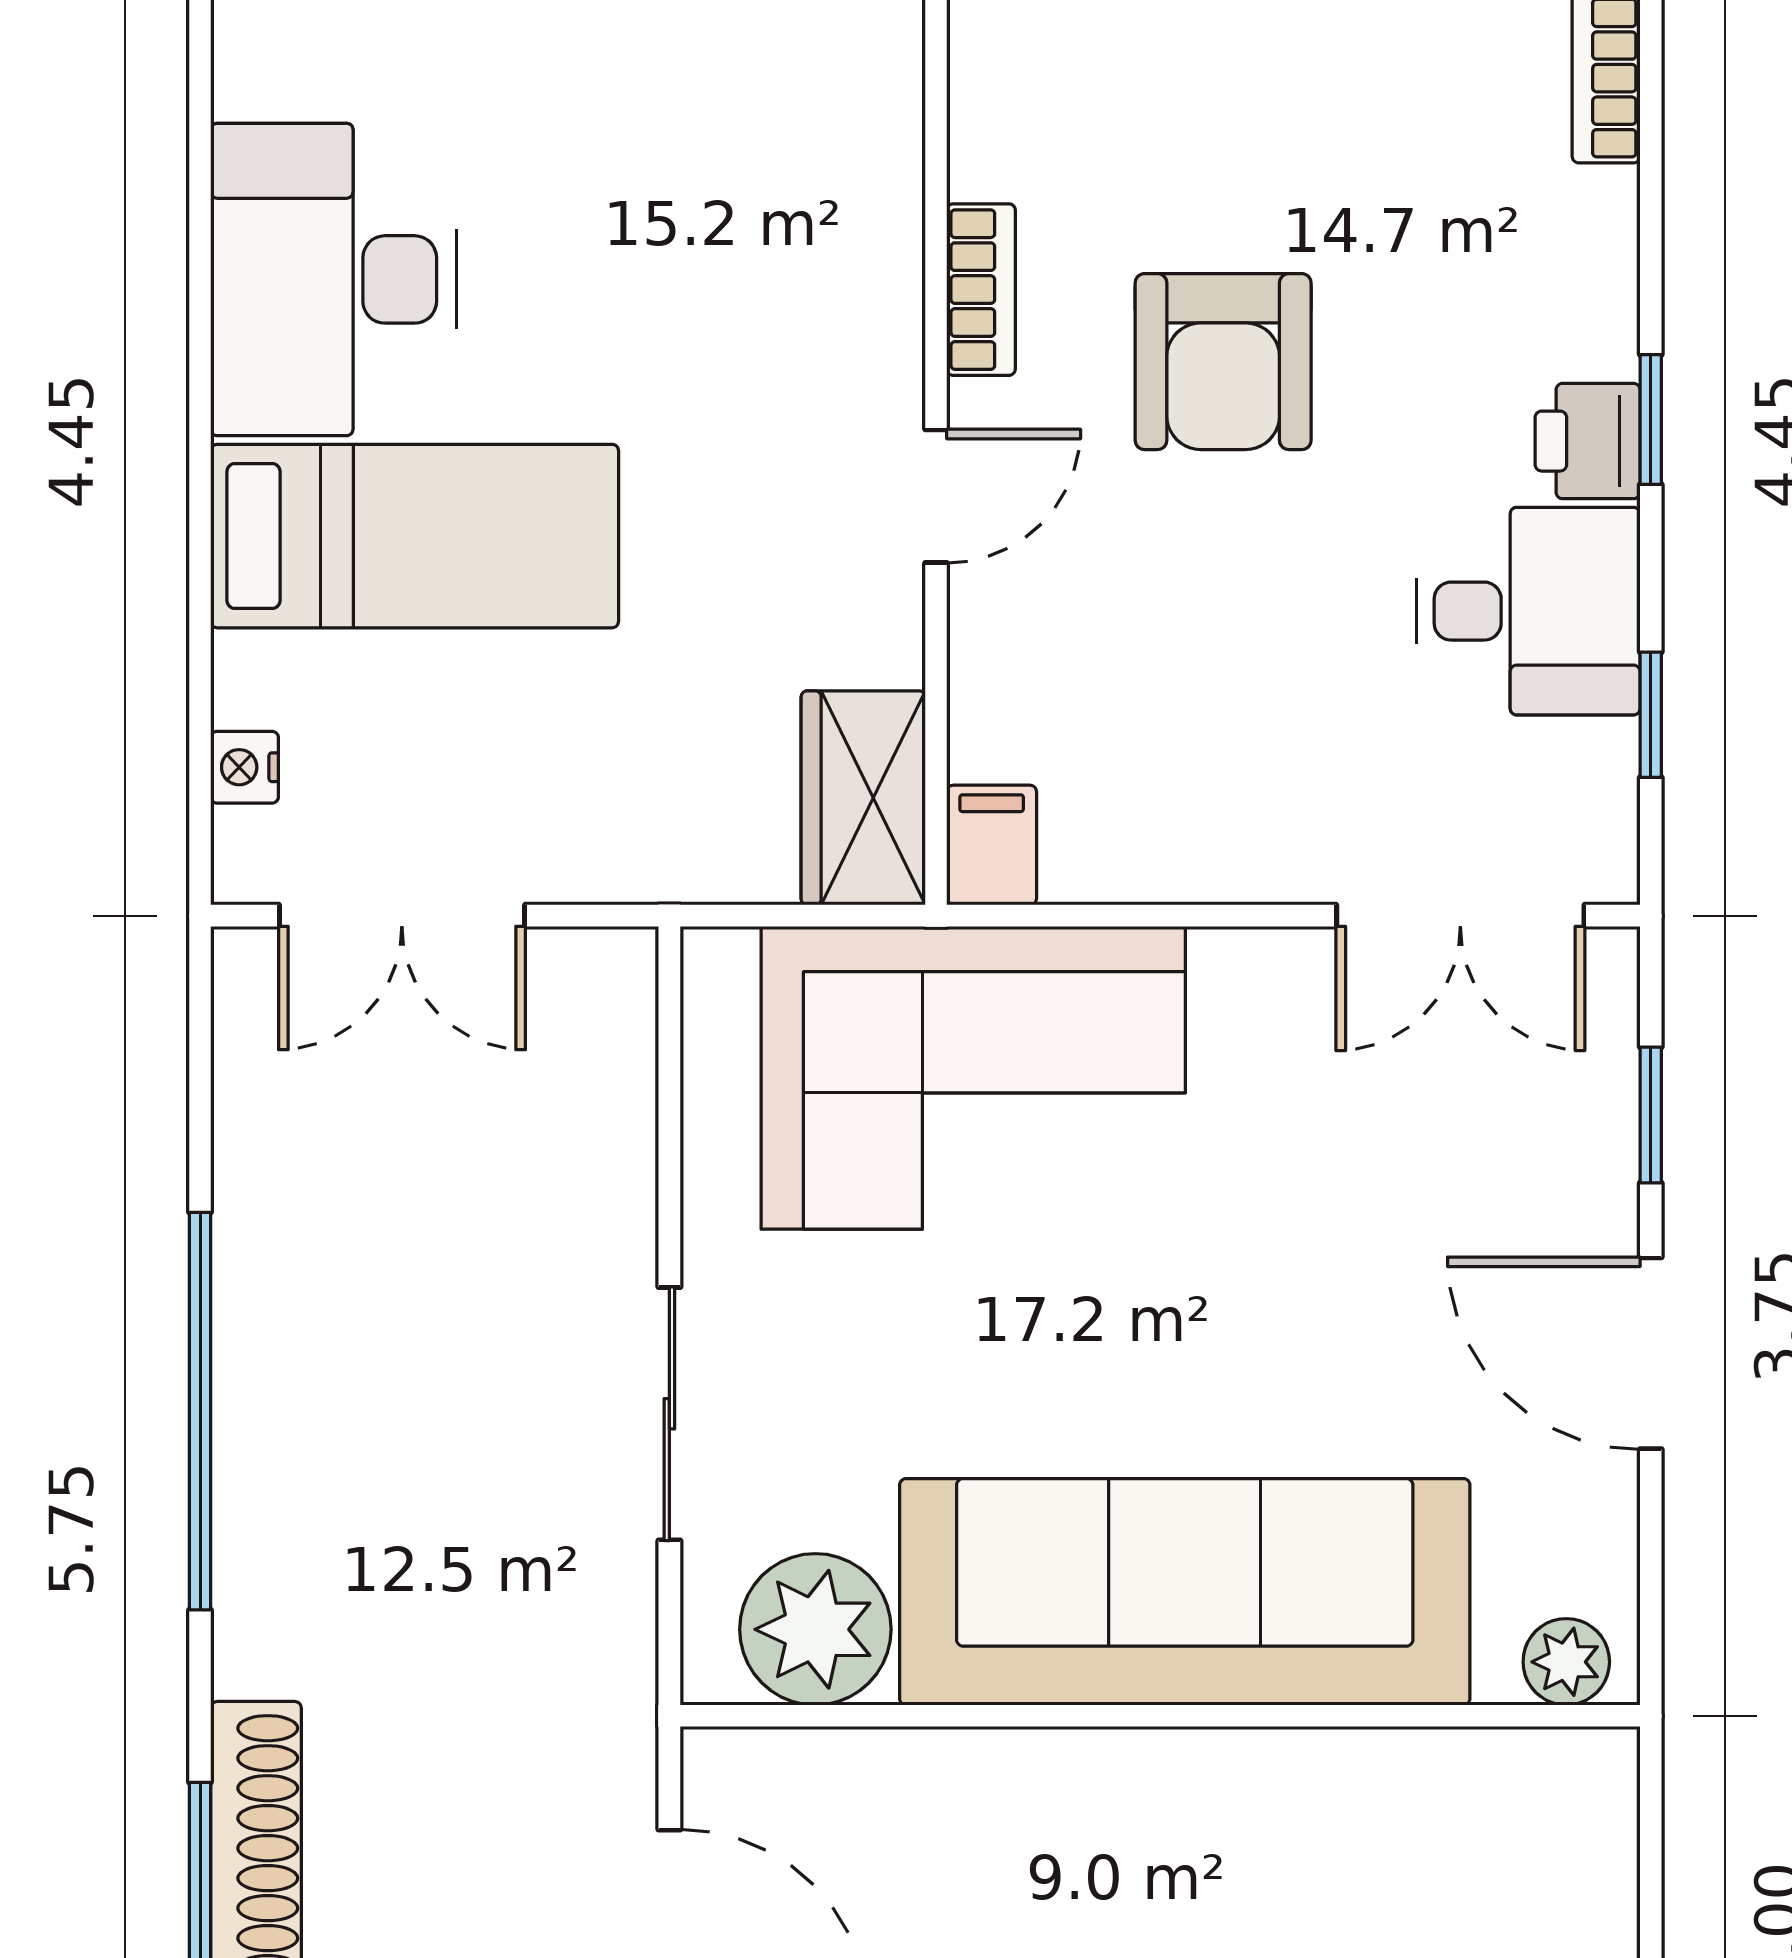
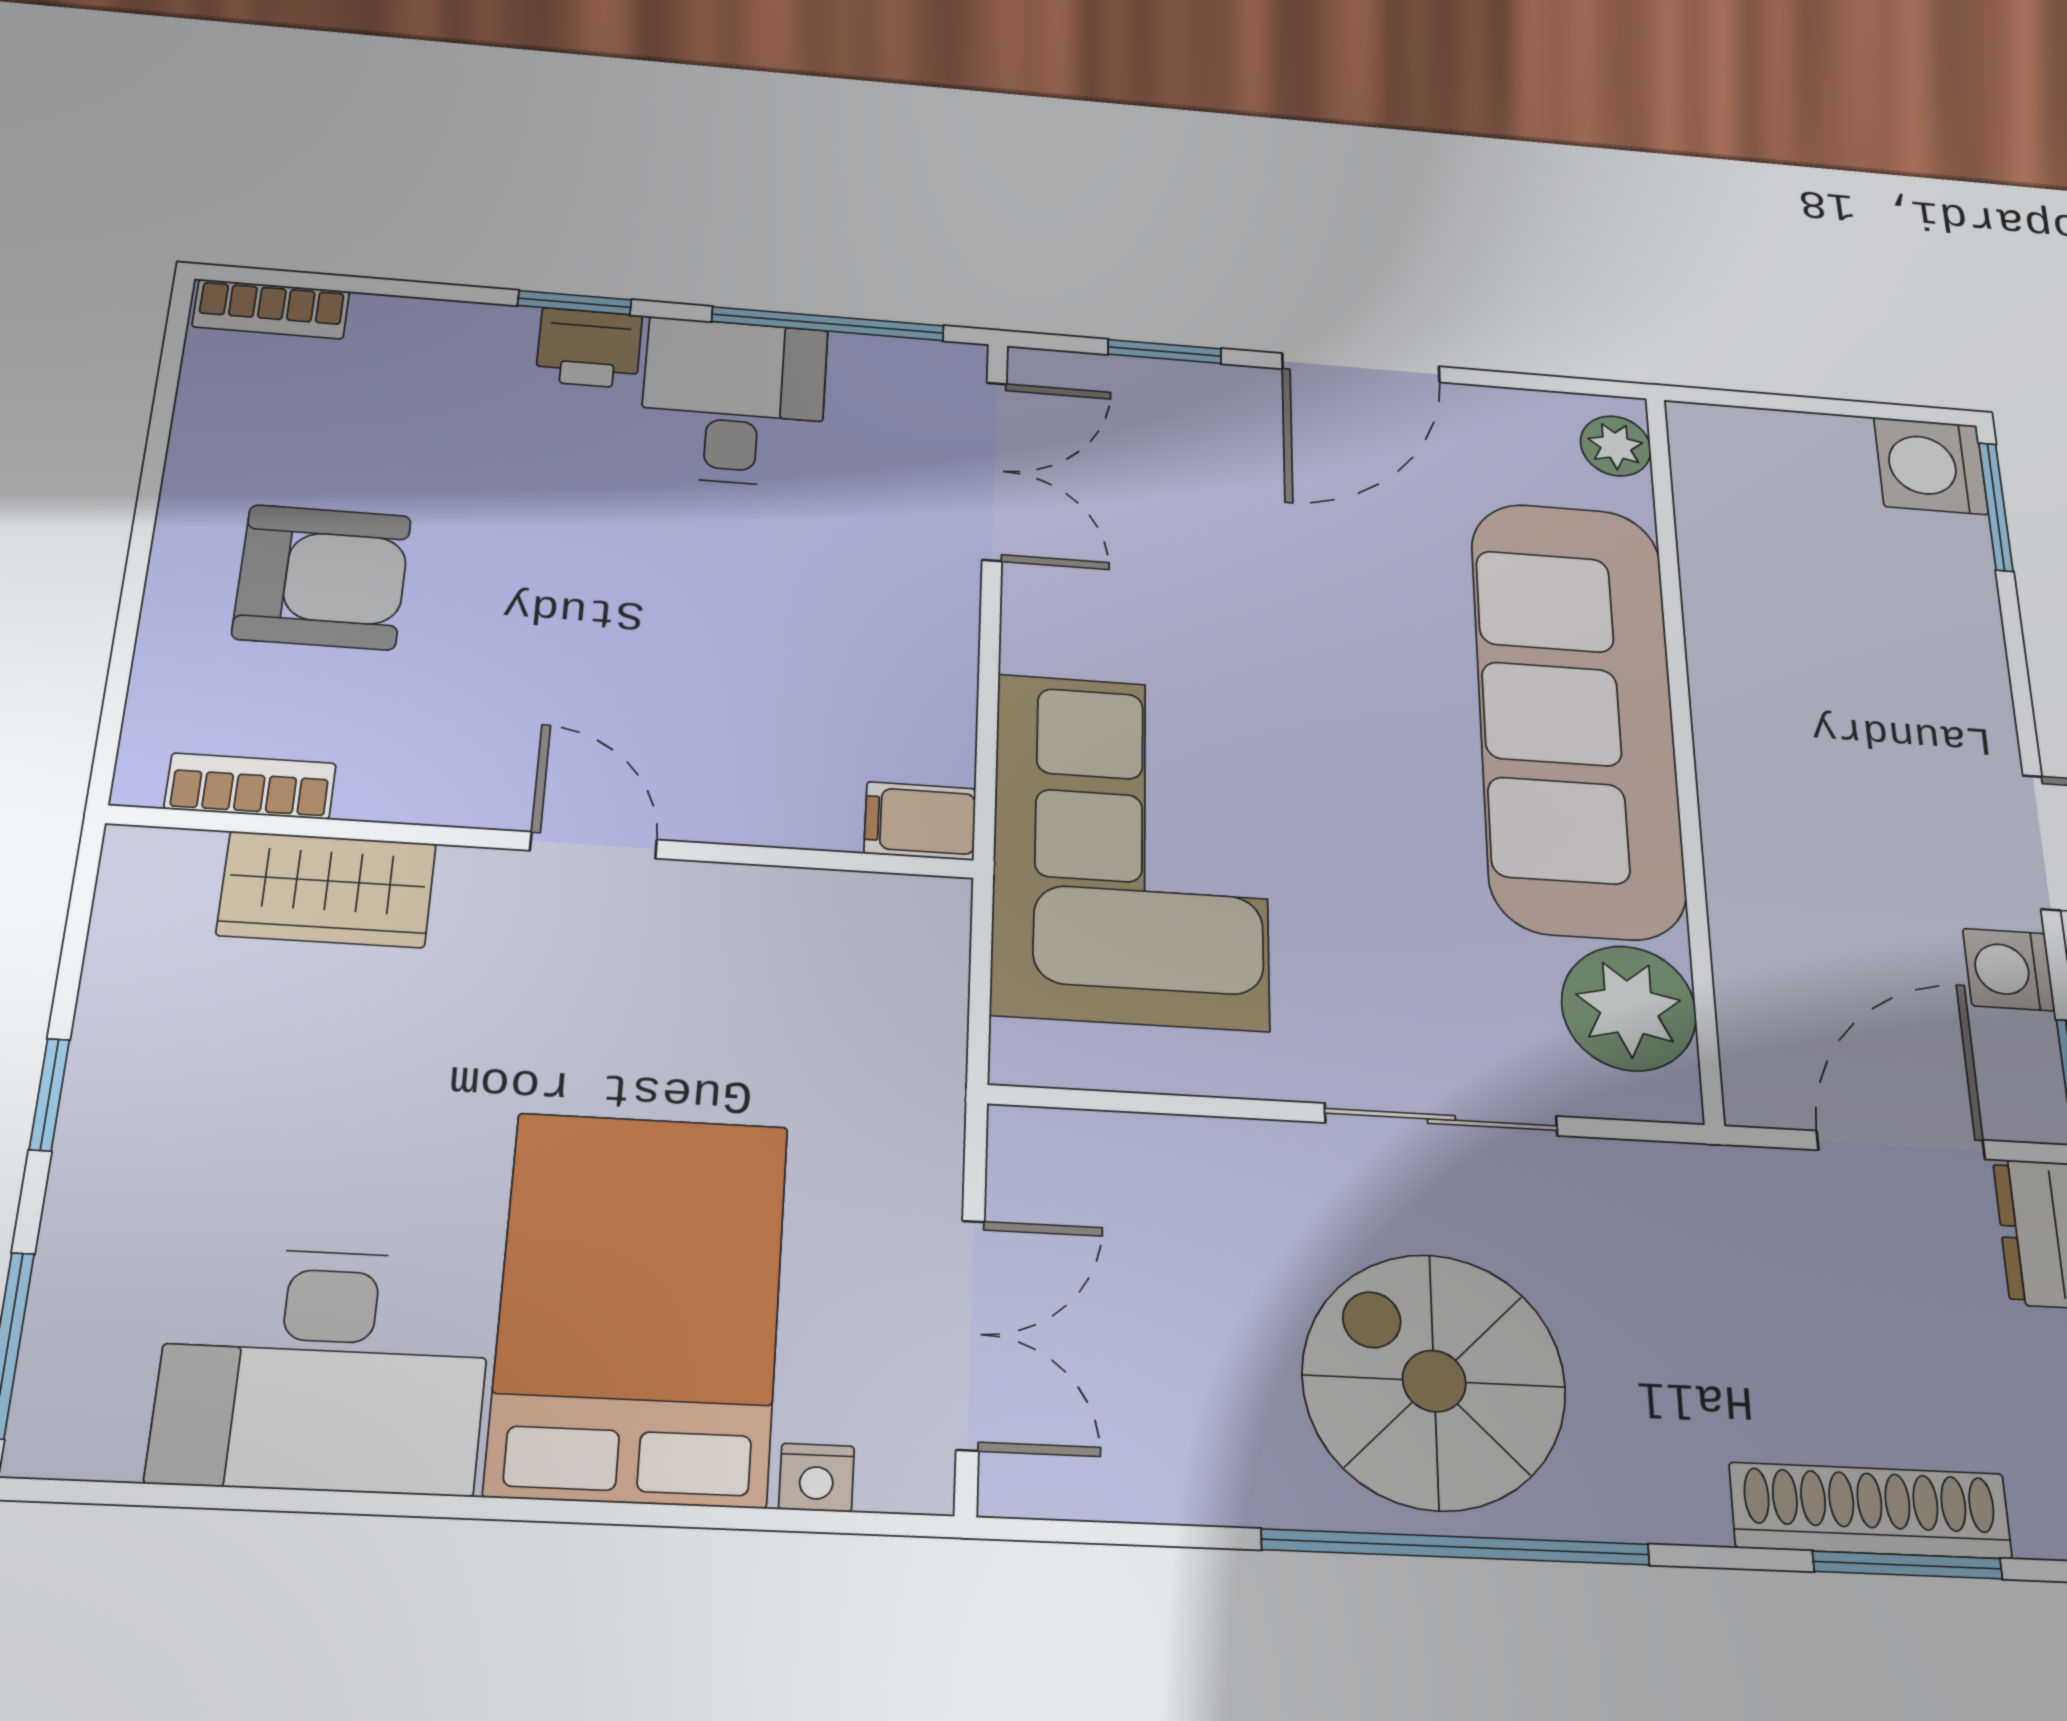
bookcase: (981, 290) -> (250, 786), moved
armchair: (1223, 362) -> (322, 577), moved
bed: (415, 536) -> (640, 1307), width x1.50
window: (1651, 715) -> (828, 324), width x2.17
wardrobe: (863, 798) -> (327, 889), moved
spiral stairs: (375, 1395) -> (1434, 1381), added

